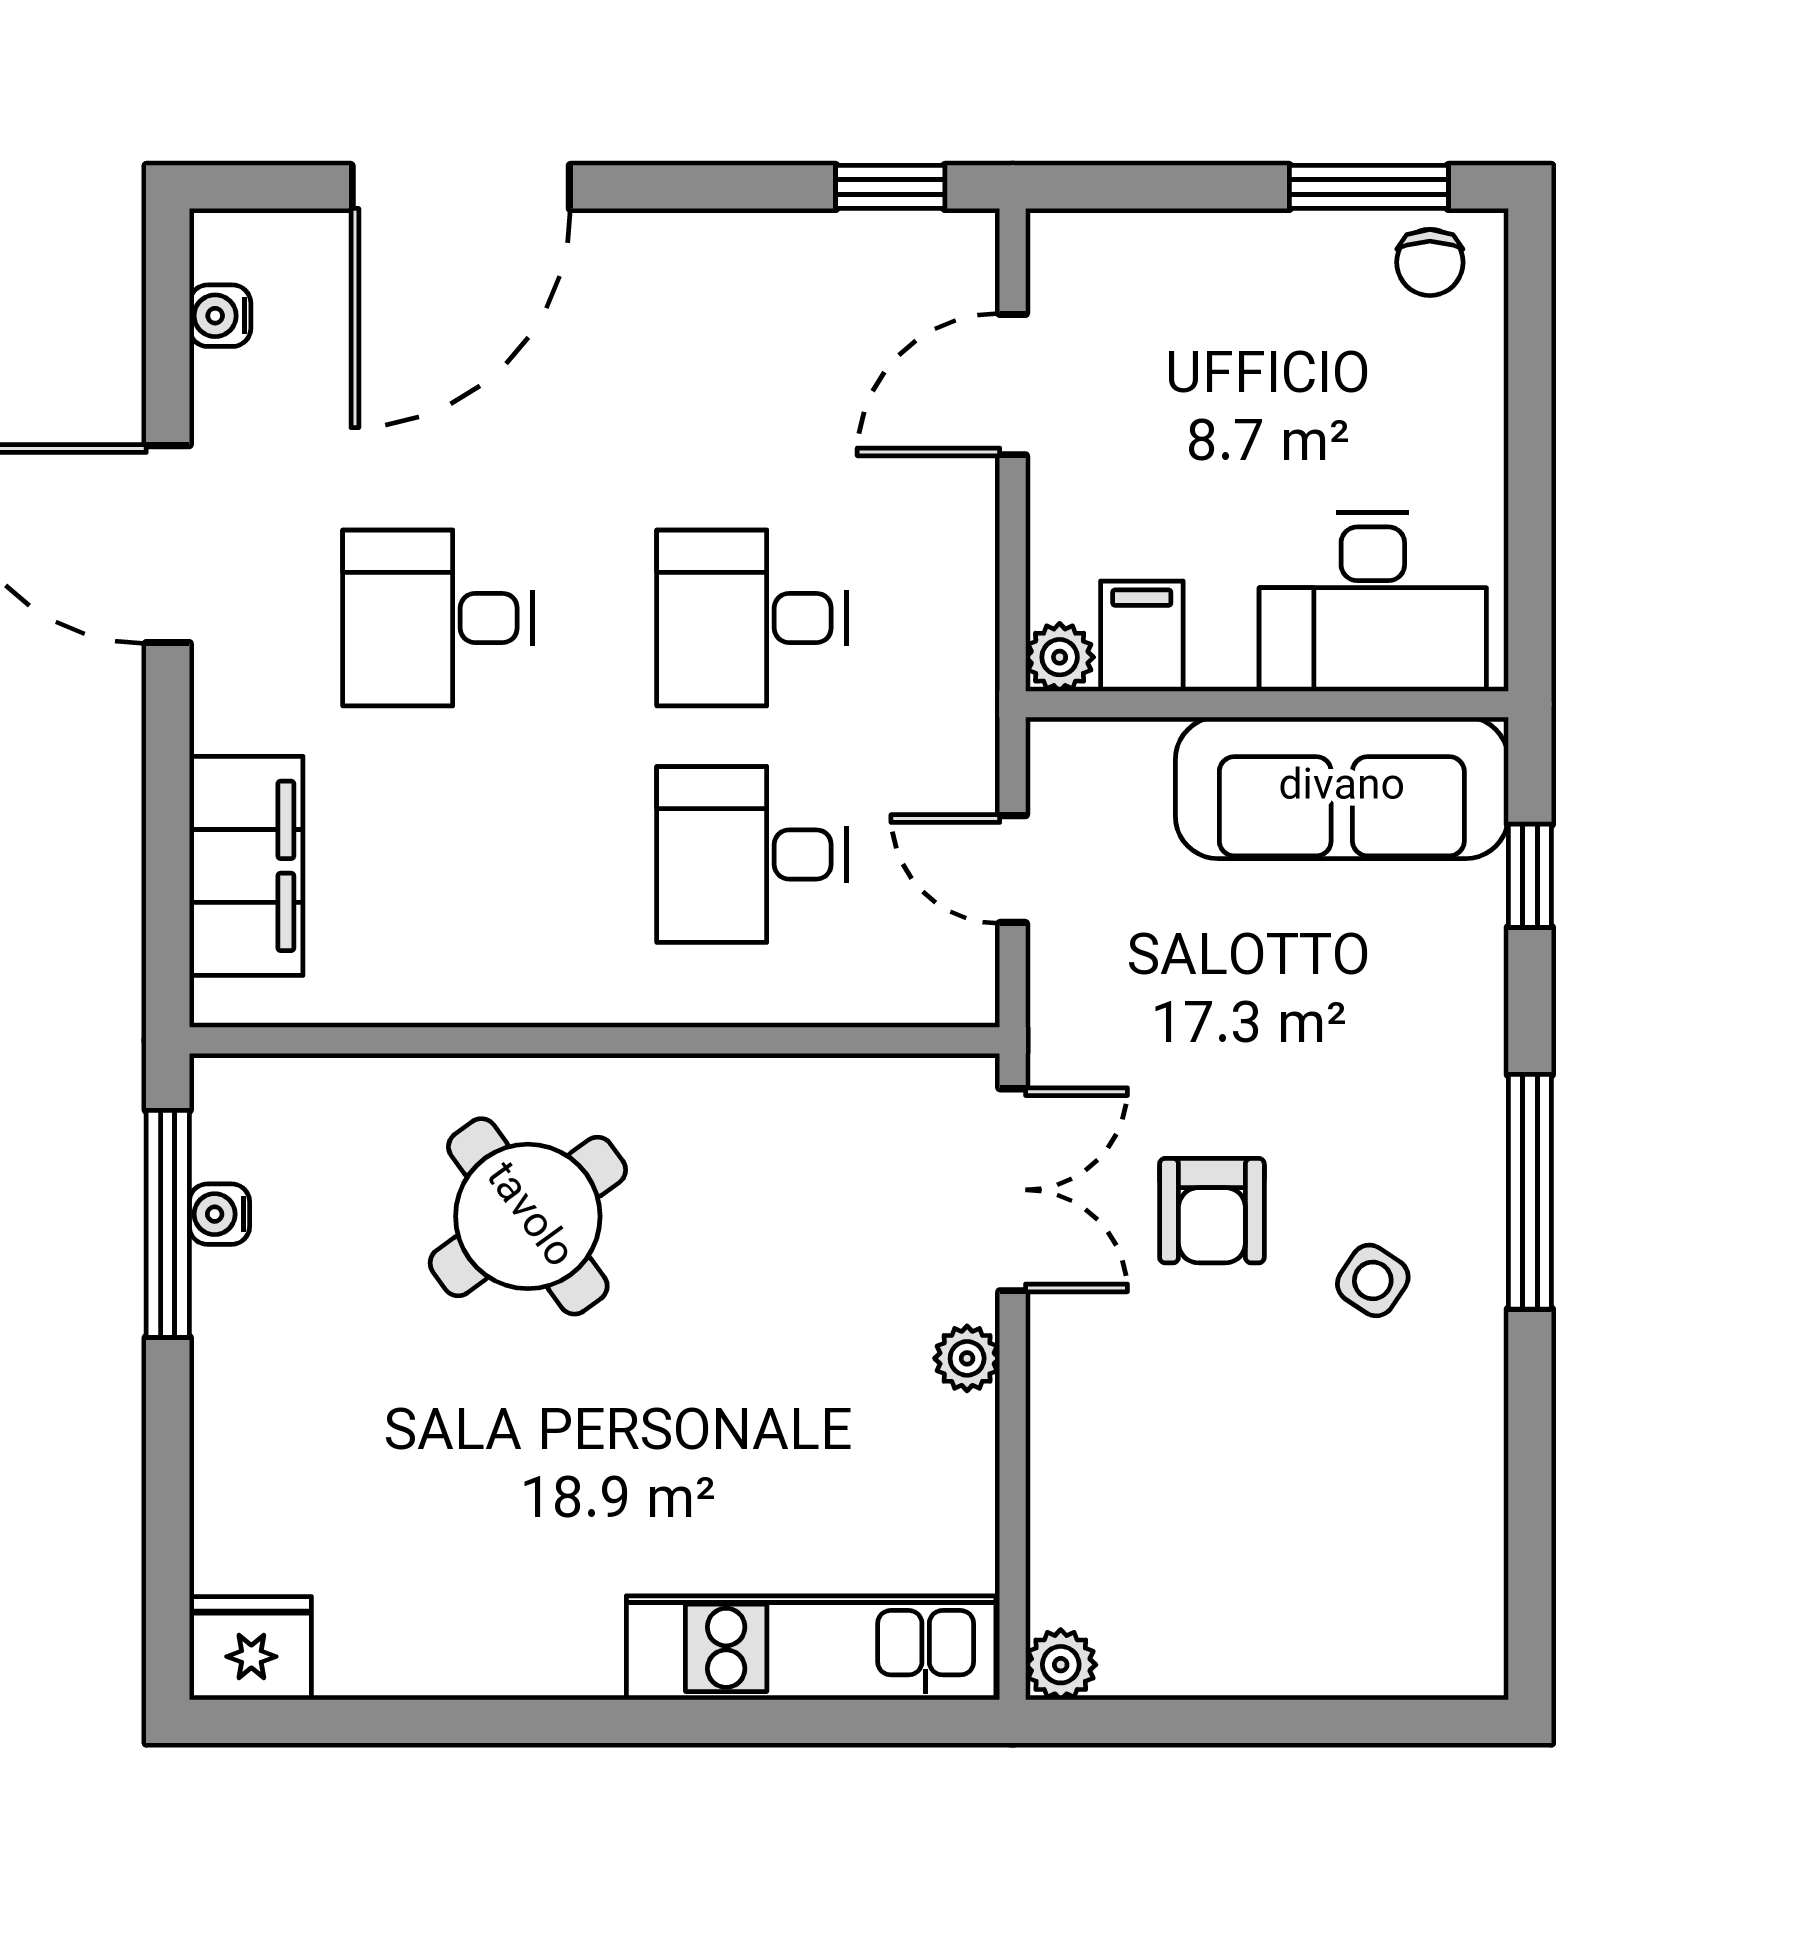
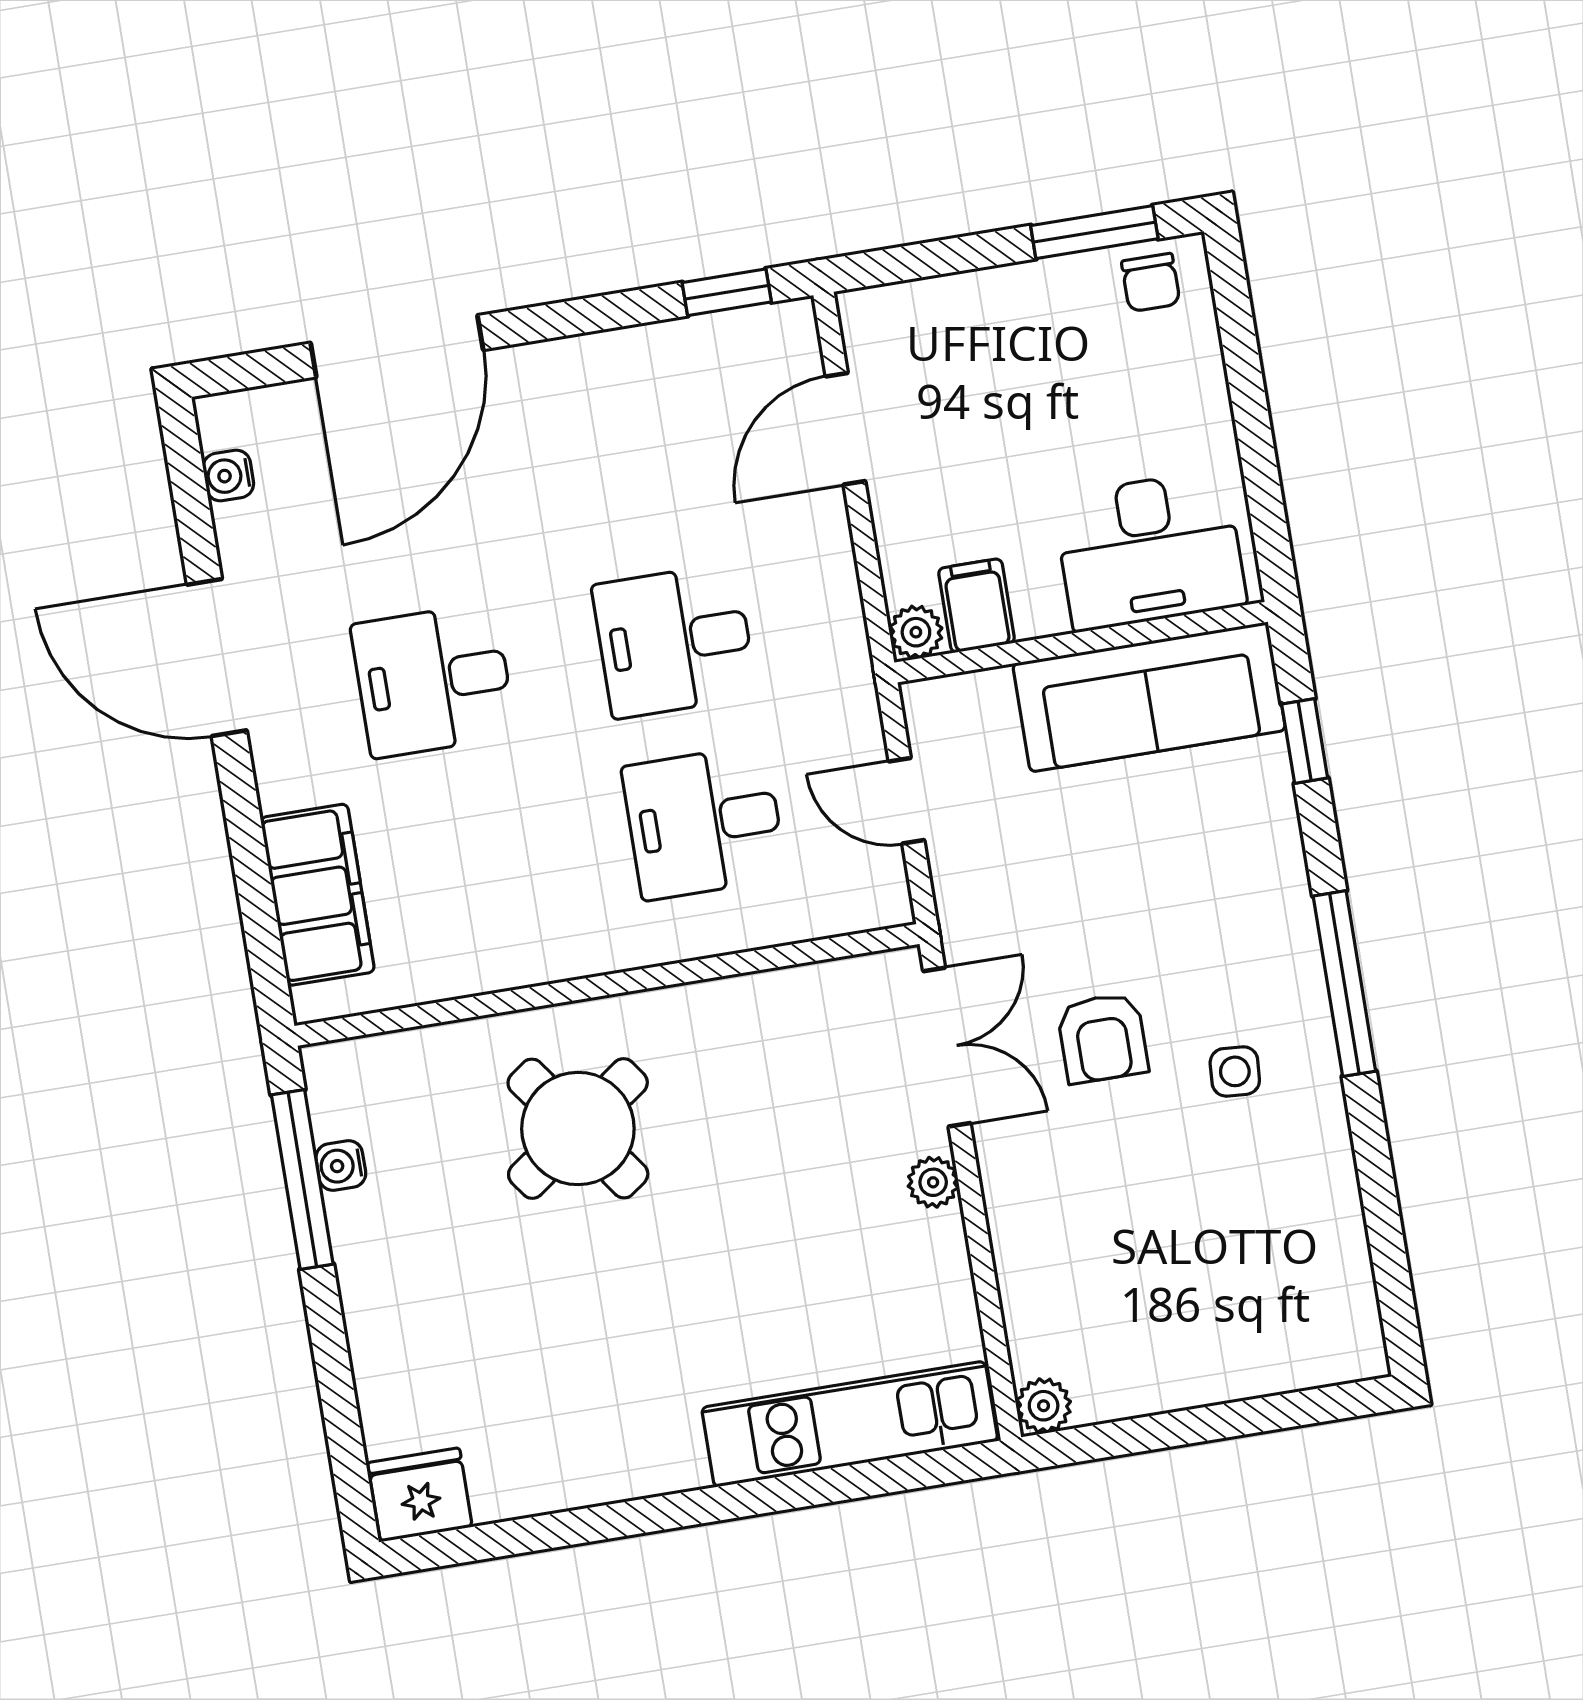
side table: (1373, 1280) -> (1235, 1071), turned -30

